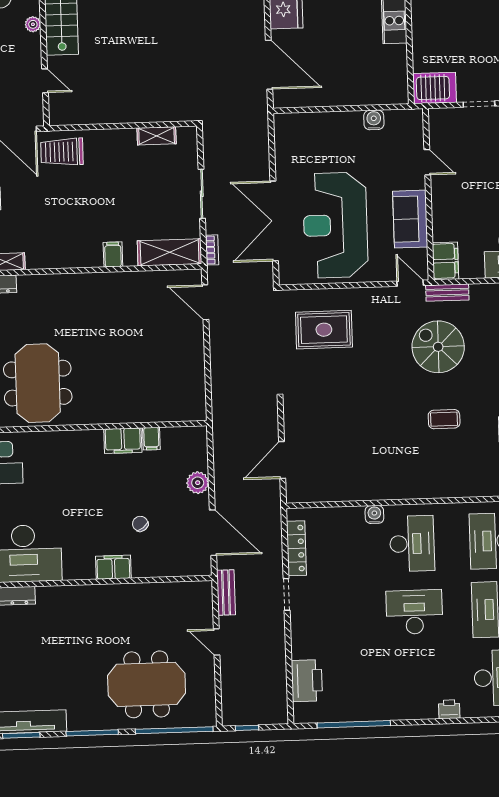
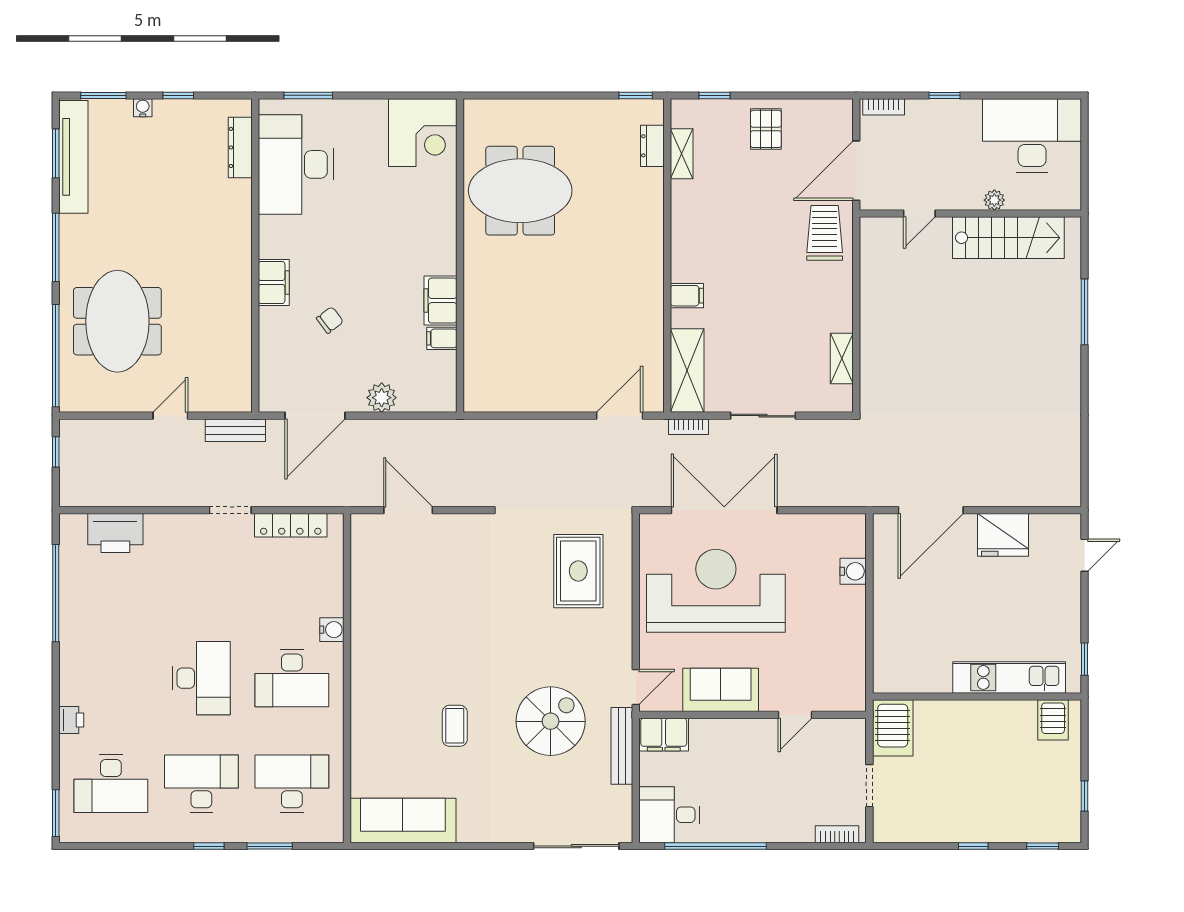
water cooler: (374, 120) -> (853, 571), moved
bench: (447, 293) -> (622, 746), width x1.36

